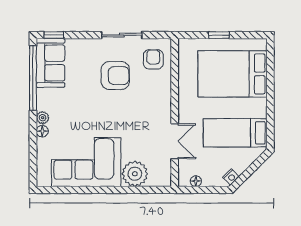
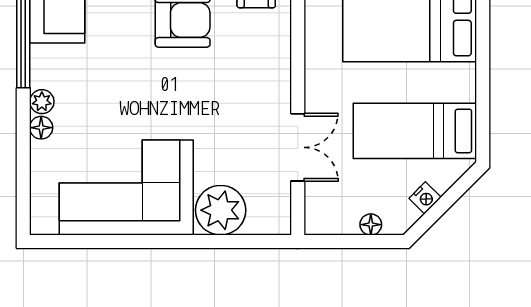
nightstand: (231, 177) -> (425, 198), moved
floor lamp: (196, 181) -> (371, 225), moved

